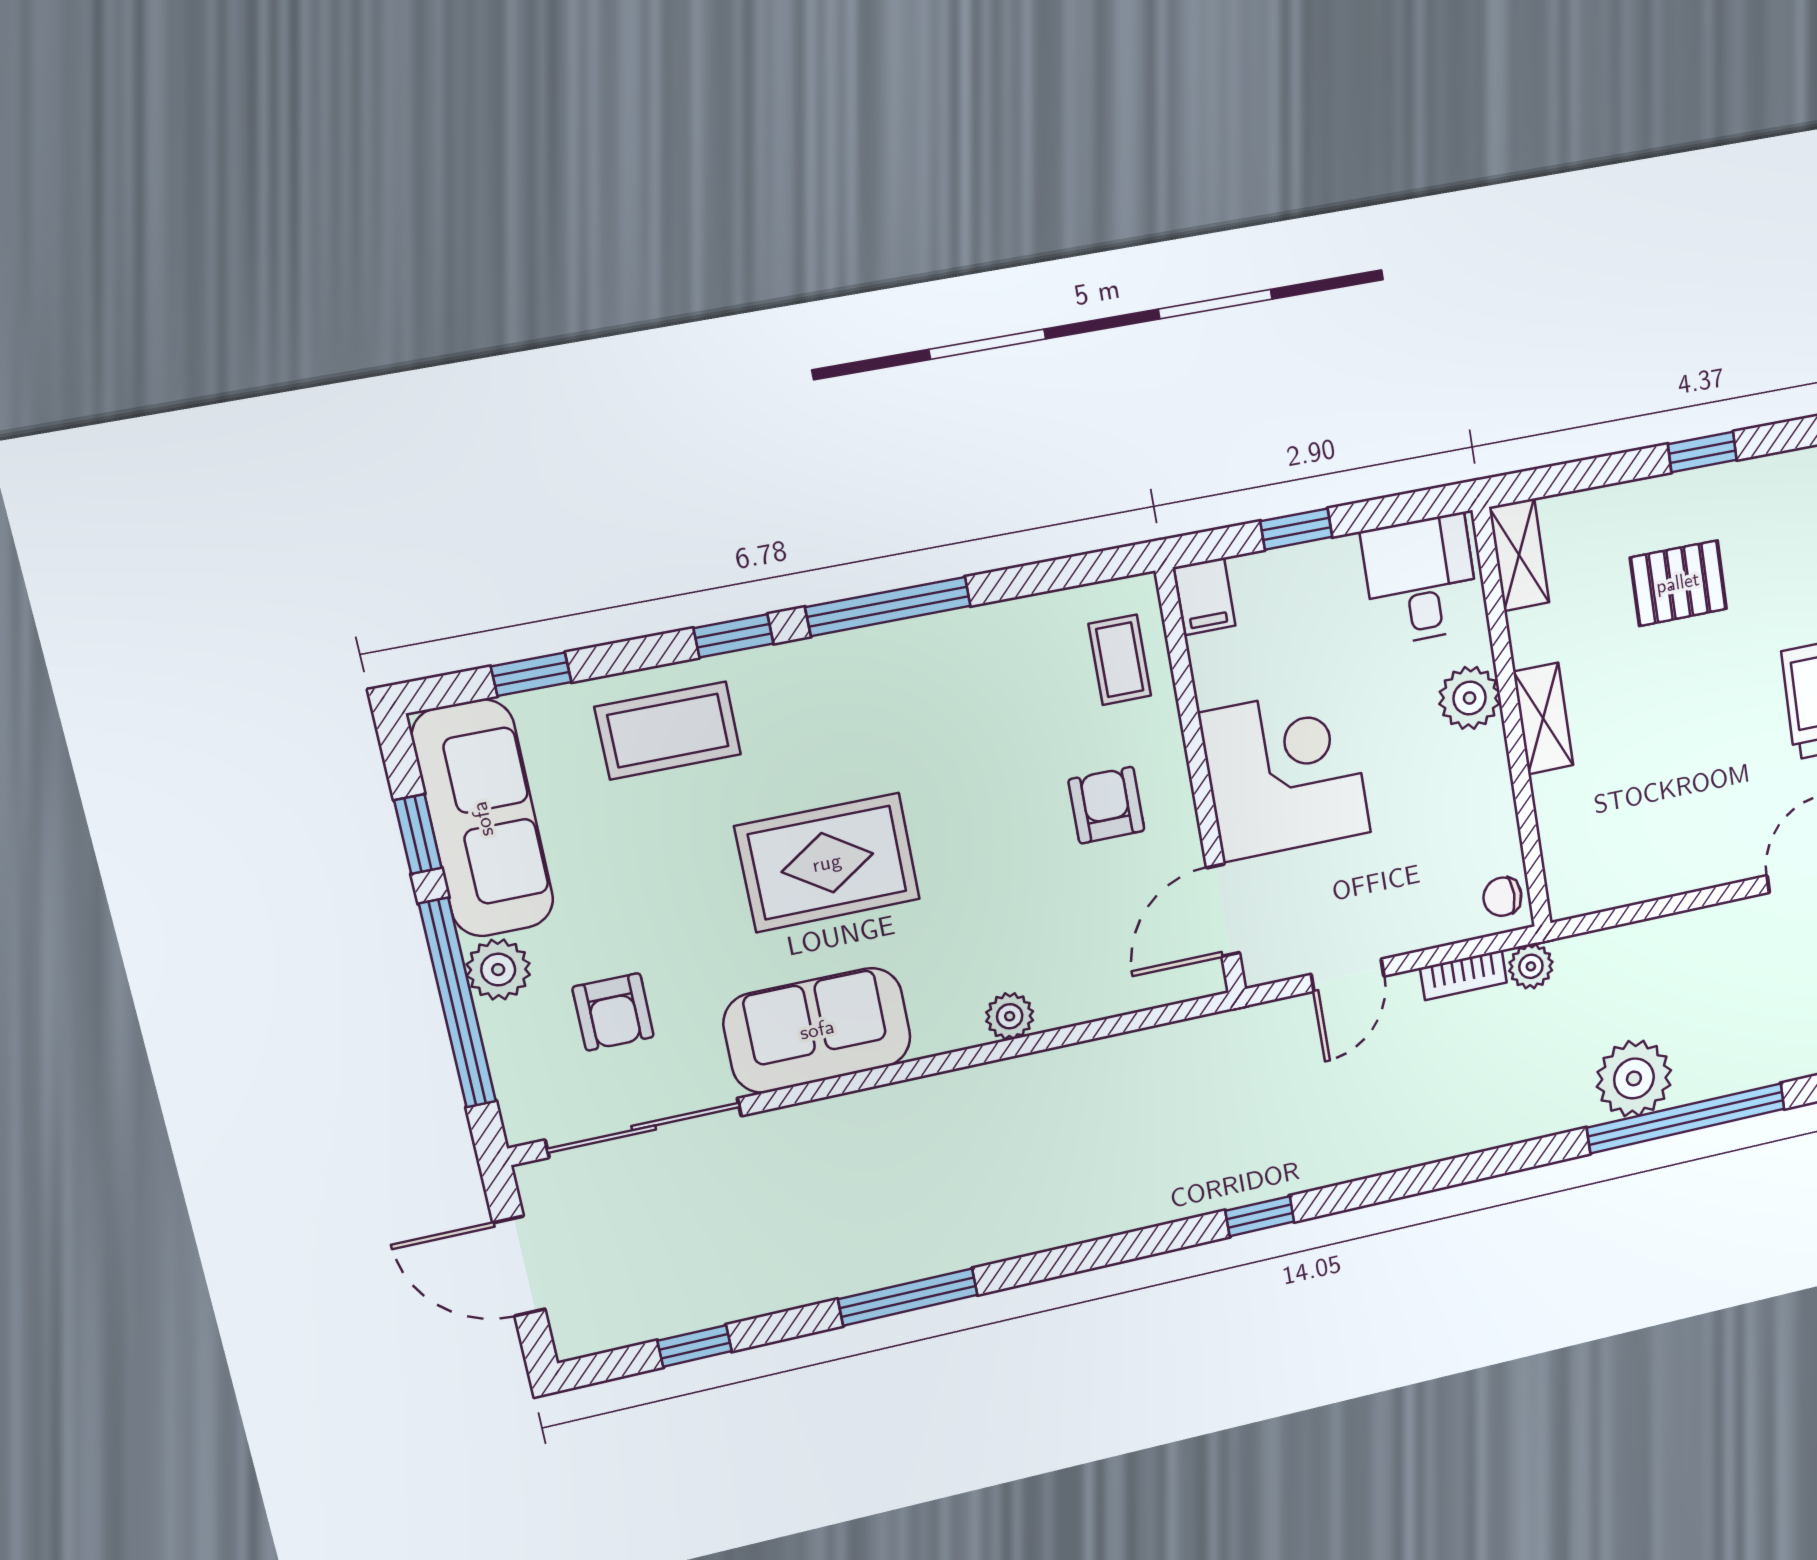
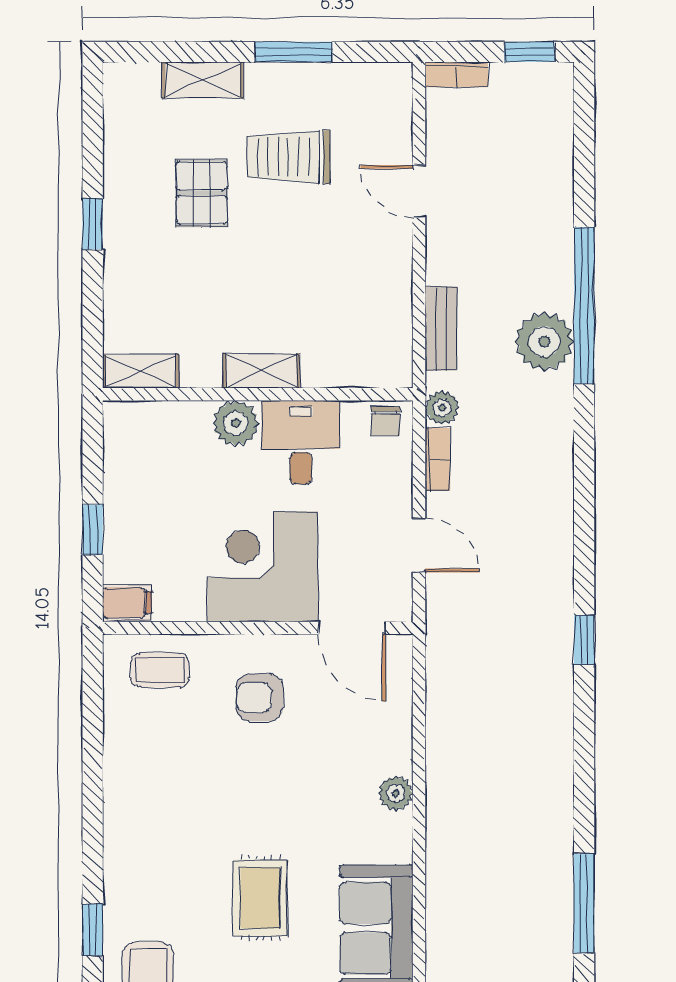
desk: (1421, 580) -> (301, 442), moved, turned 90
pallet: (1678, 583) -> (202, 193), moved
window: (888, 606) -> (93, 822), removed
rug: (827, 863) -> (260, 898), width x0.73, depth x0.70
bench: (1632, 943) -> (441, 329), added

